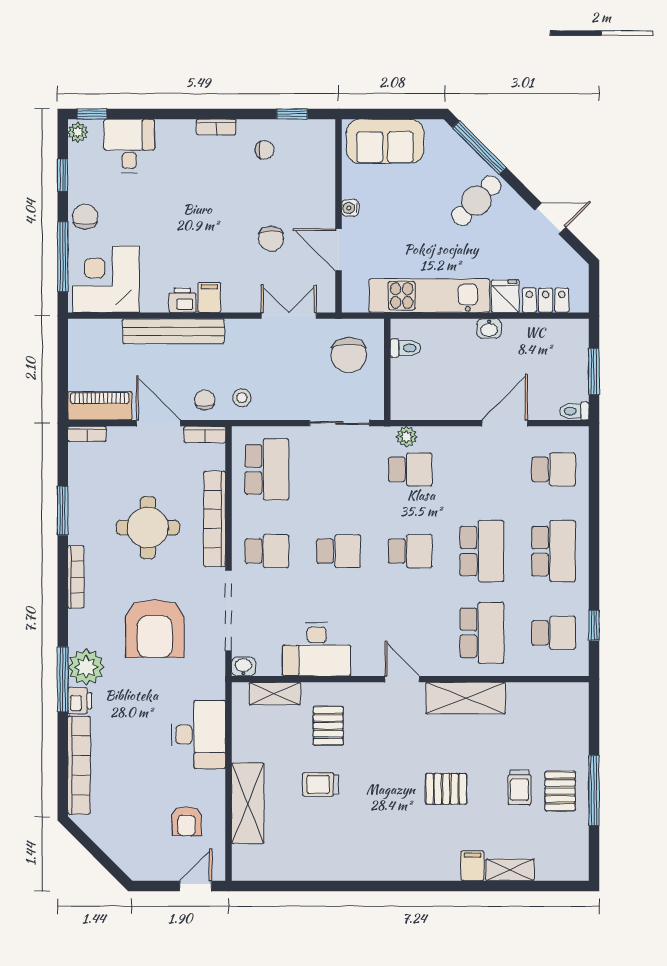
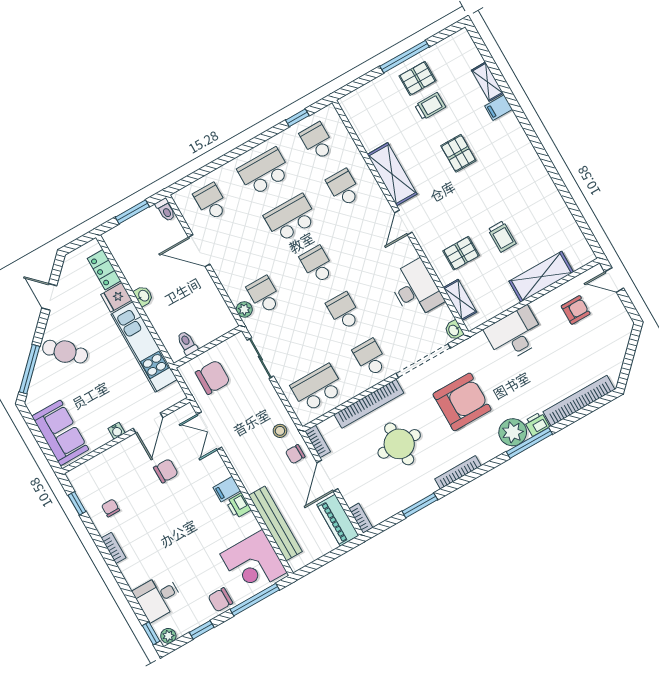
bench: (173, 331) -> (276, 523), moved
school desk: (482, 633) -> (344, 188), width x0.54

